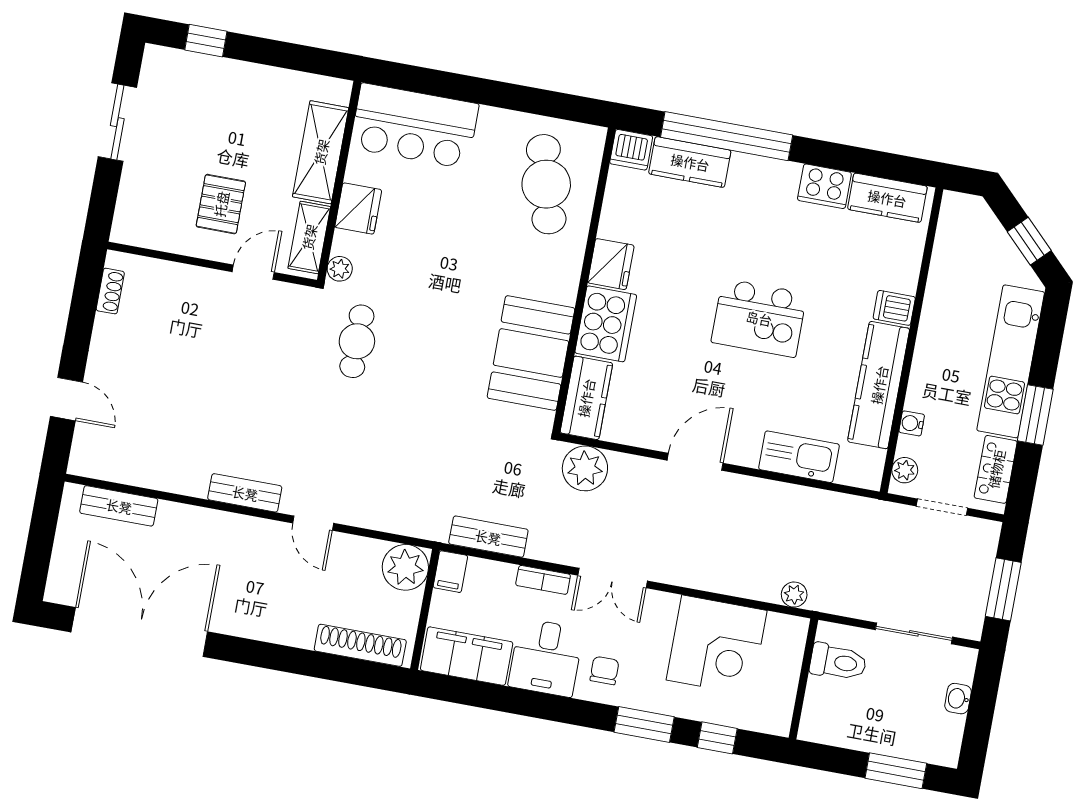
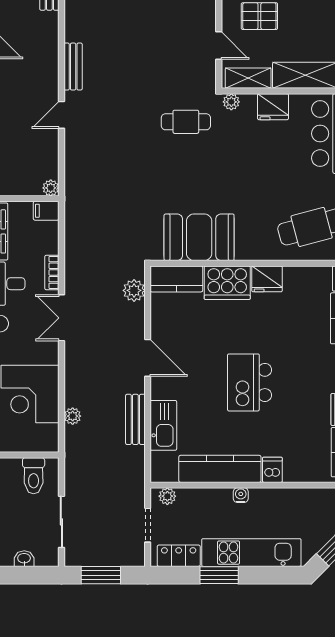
water cooler: (912, 423) -> (241, 495), moved
plant: (585, 468) -> (134, 290), width x0.73, depth x0.73
bench: (488, 537) -> (135, 419), moved
plant: (405, 567) -> (51, 188), width x0.53, depth x0.53
plant: (794, 595) -> (73, 416), moved

